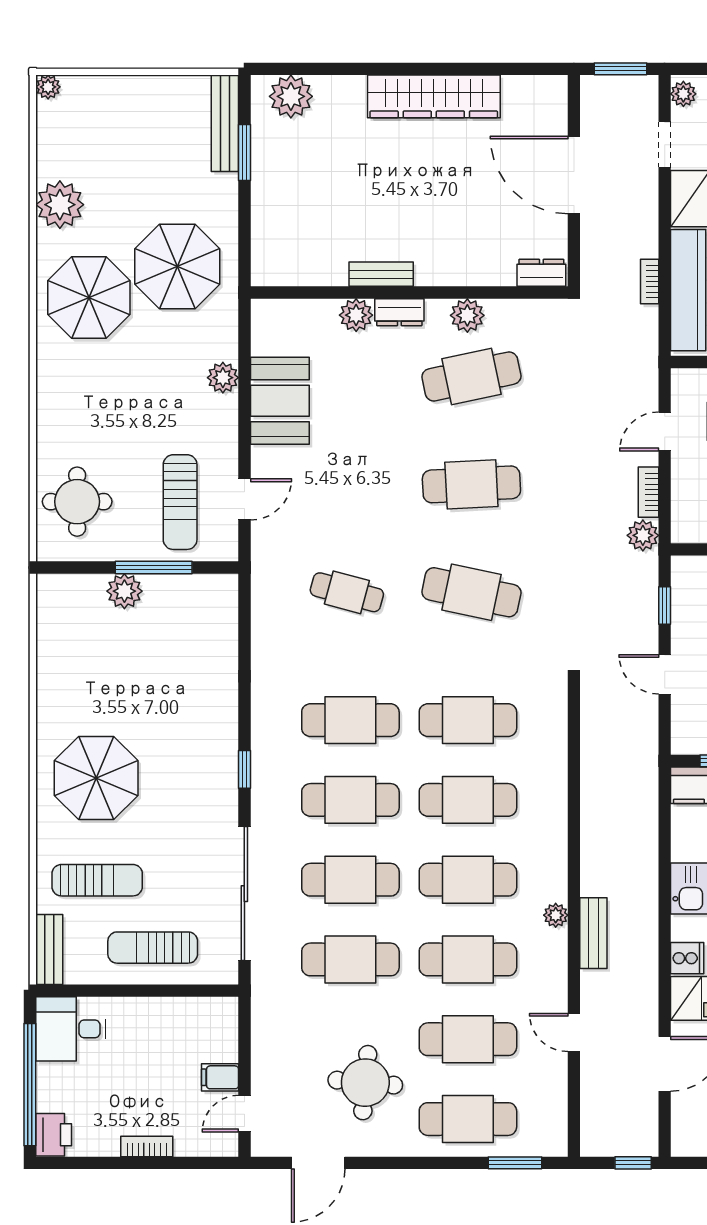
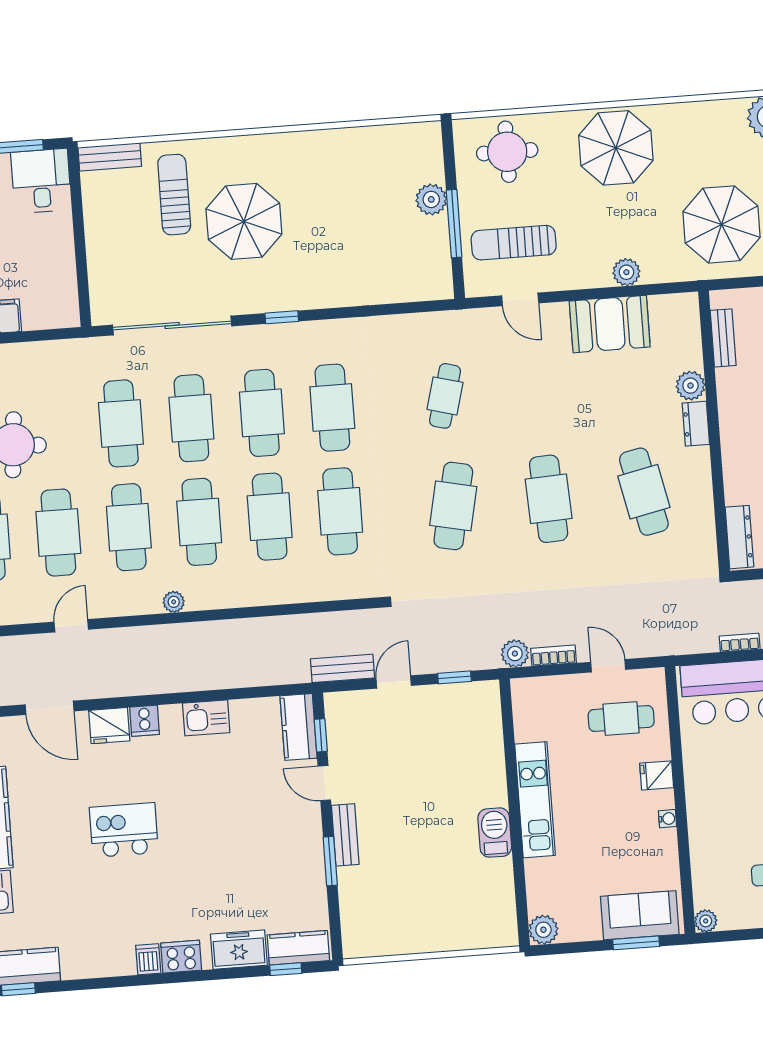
dresser: (541, 273) -> (739, 537), width x1.44
bench: (381, 274) -> (723, 338), moved
parasol: (89, 298) -> (616, 148), moved
plant: (467, 315) -> (698, 484), removed
parasol: (96, 778) -> (244, 221), moved
sun lounger: (97, 880) -> (174, 195), turned 180
bench: (593, 933) -> (343, 668), moved
sun lounger: (153, 948) -> (118, 248), removed

